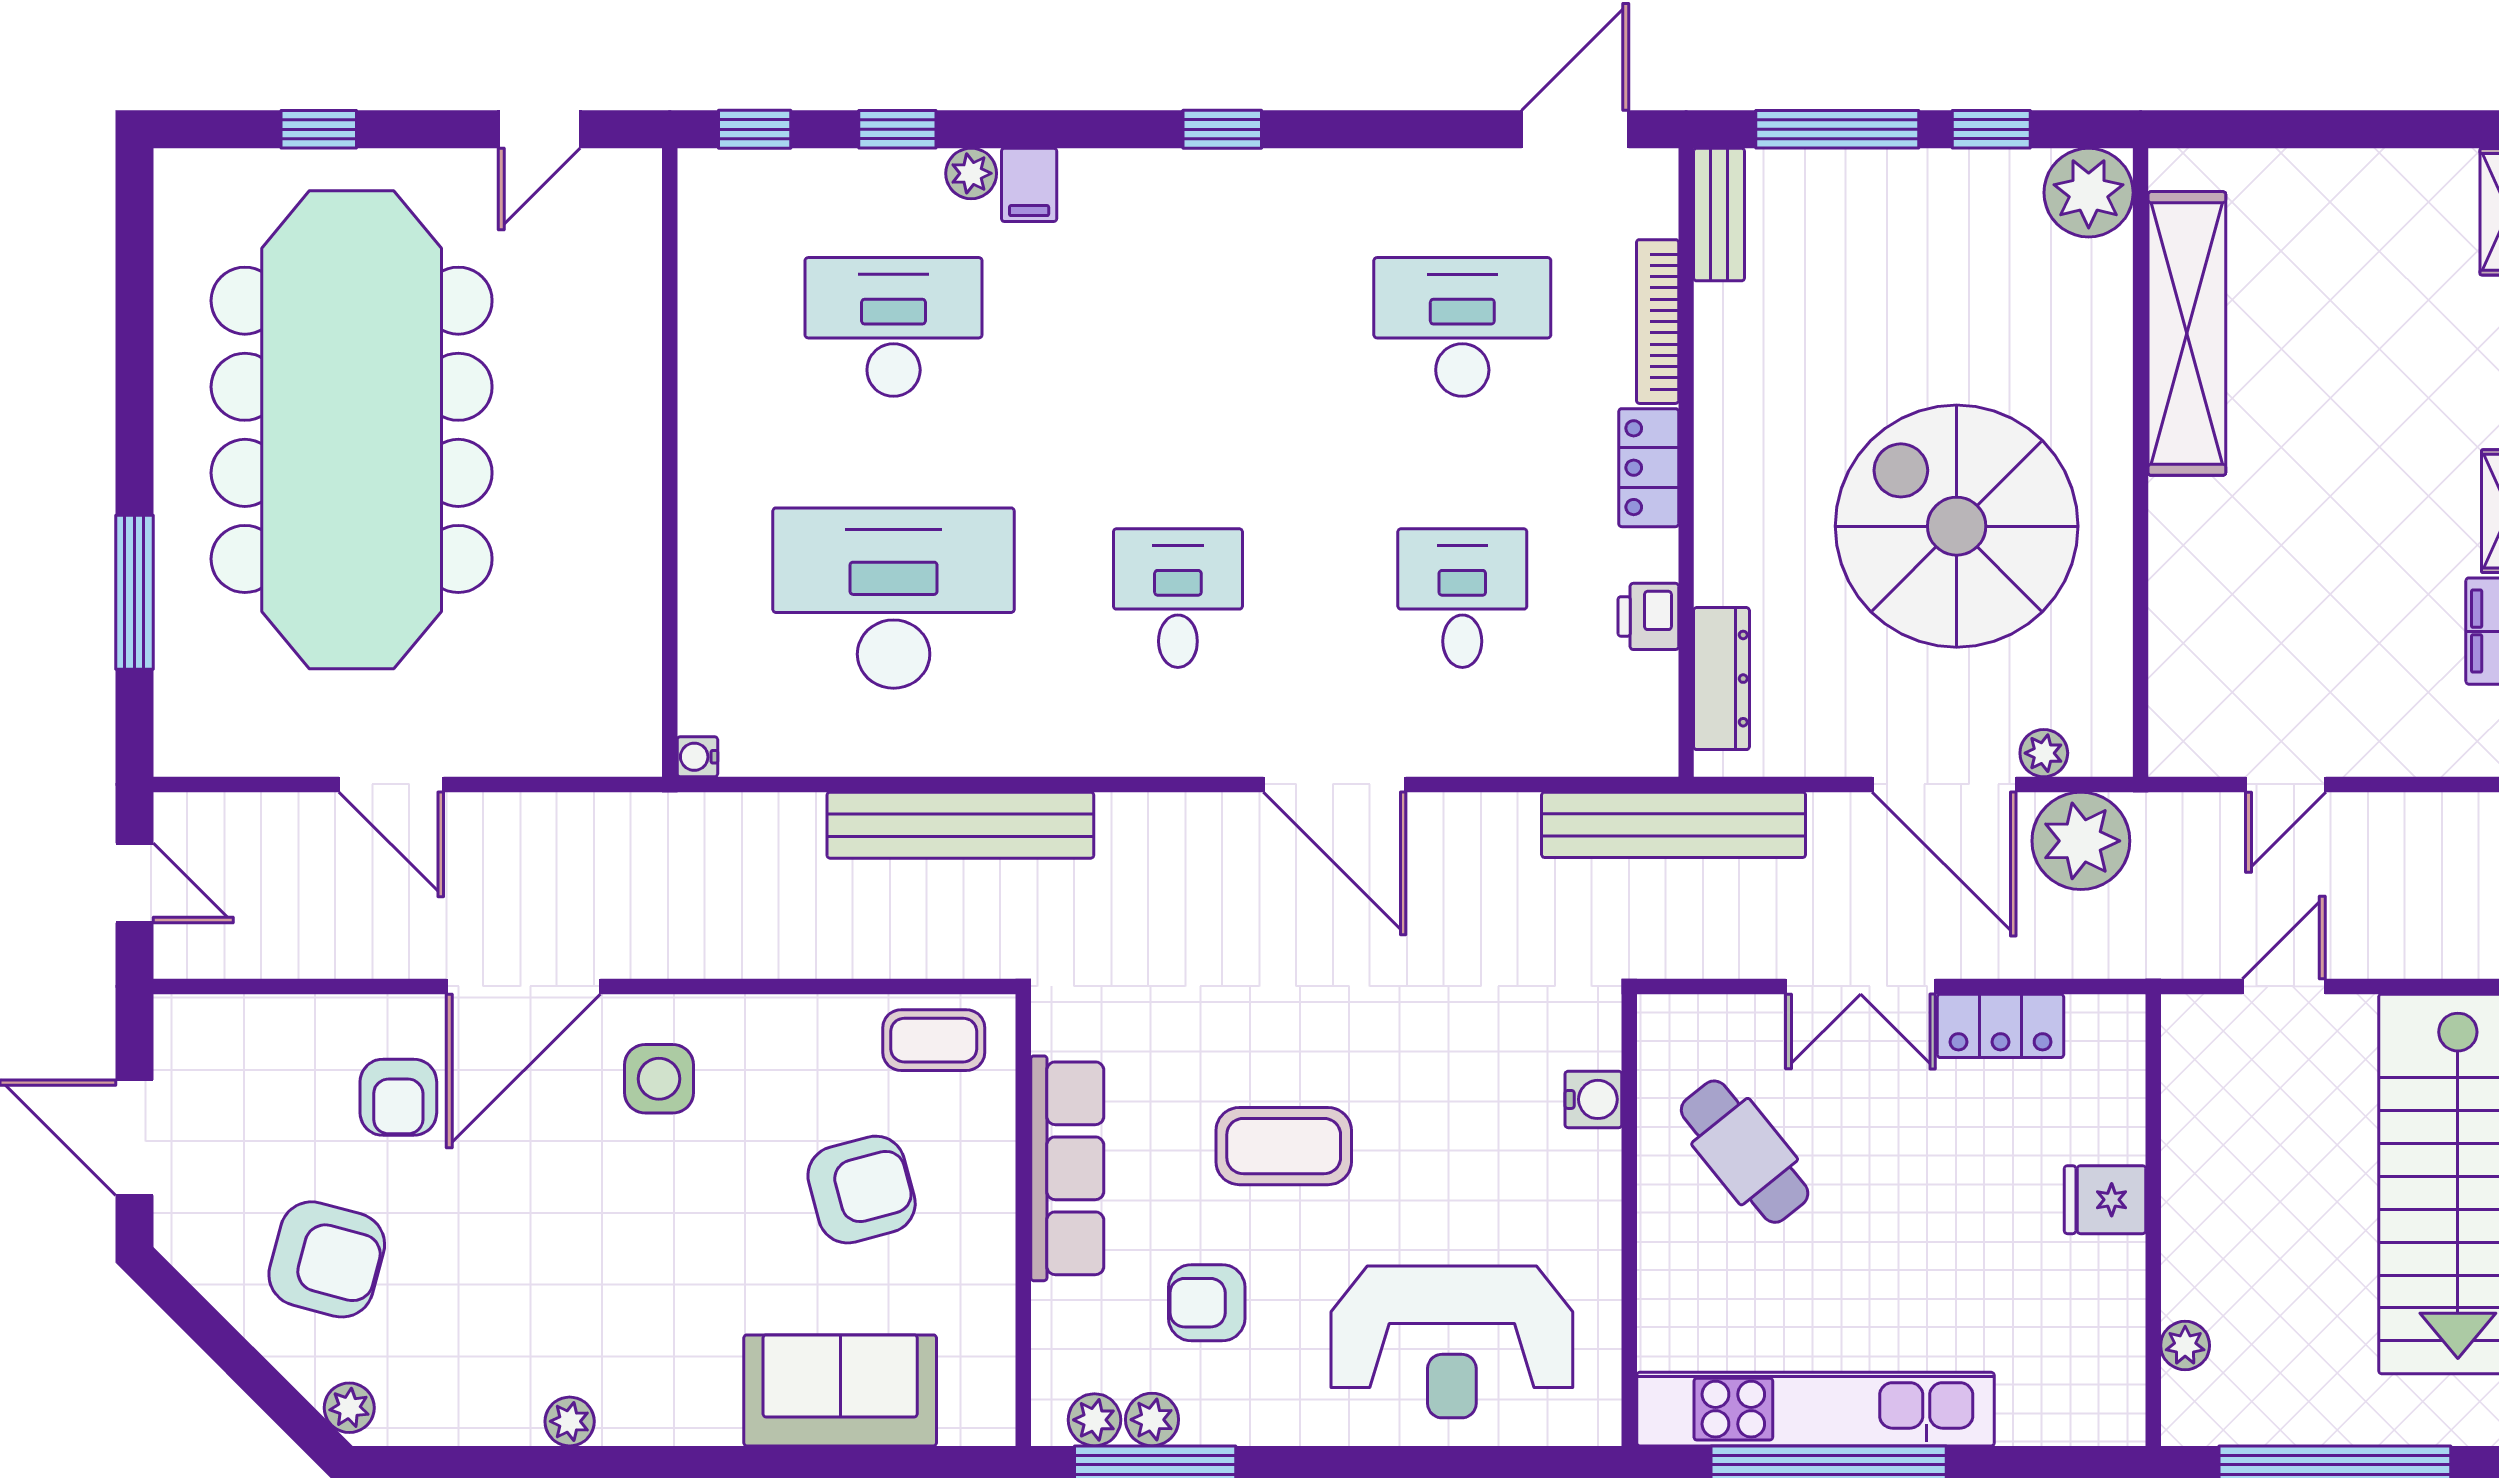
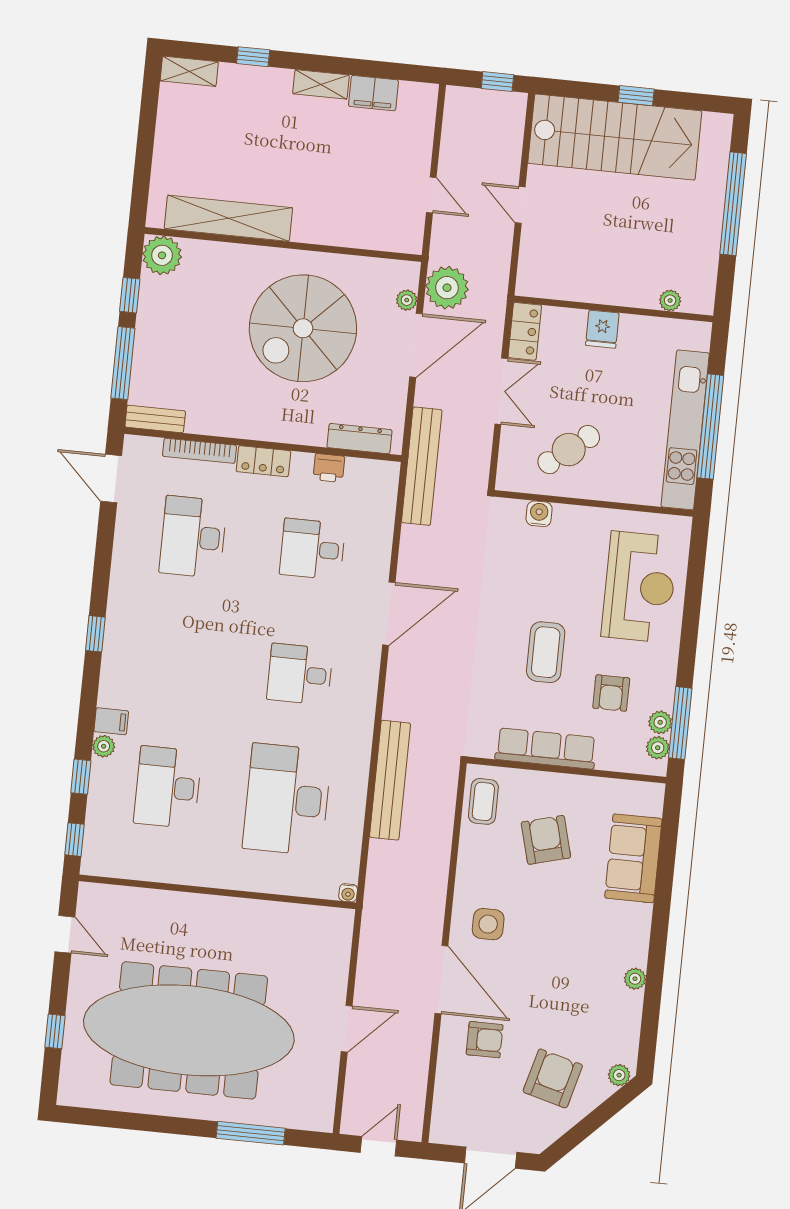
fridge: (2105, 1200) -> (602, 329), moved
wall: (2153, 1220) -> (613, 309), moved
plant: (2185, 1346) -> (670, 300), moved

